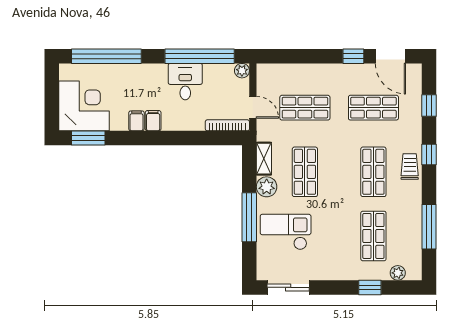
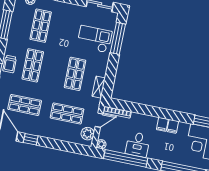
door: (253, 107) -> (99, 120), swing flipped
plant: (267, 187) -> (88, 134), moved
window: (249, 217) -> (118, 38), moved
checkout: (286, 232) -> (94, 39), turned 180

